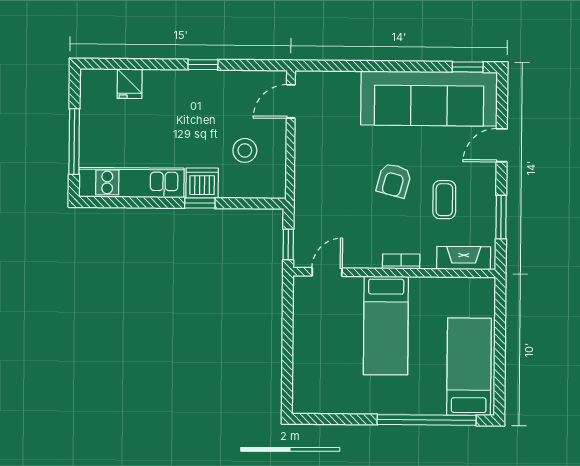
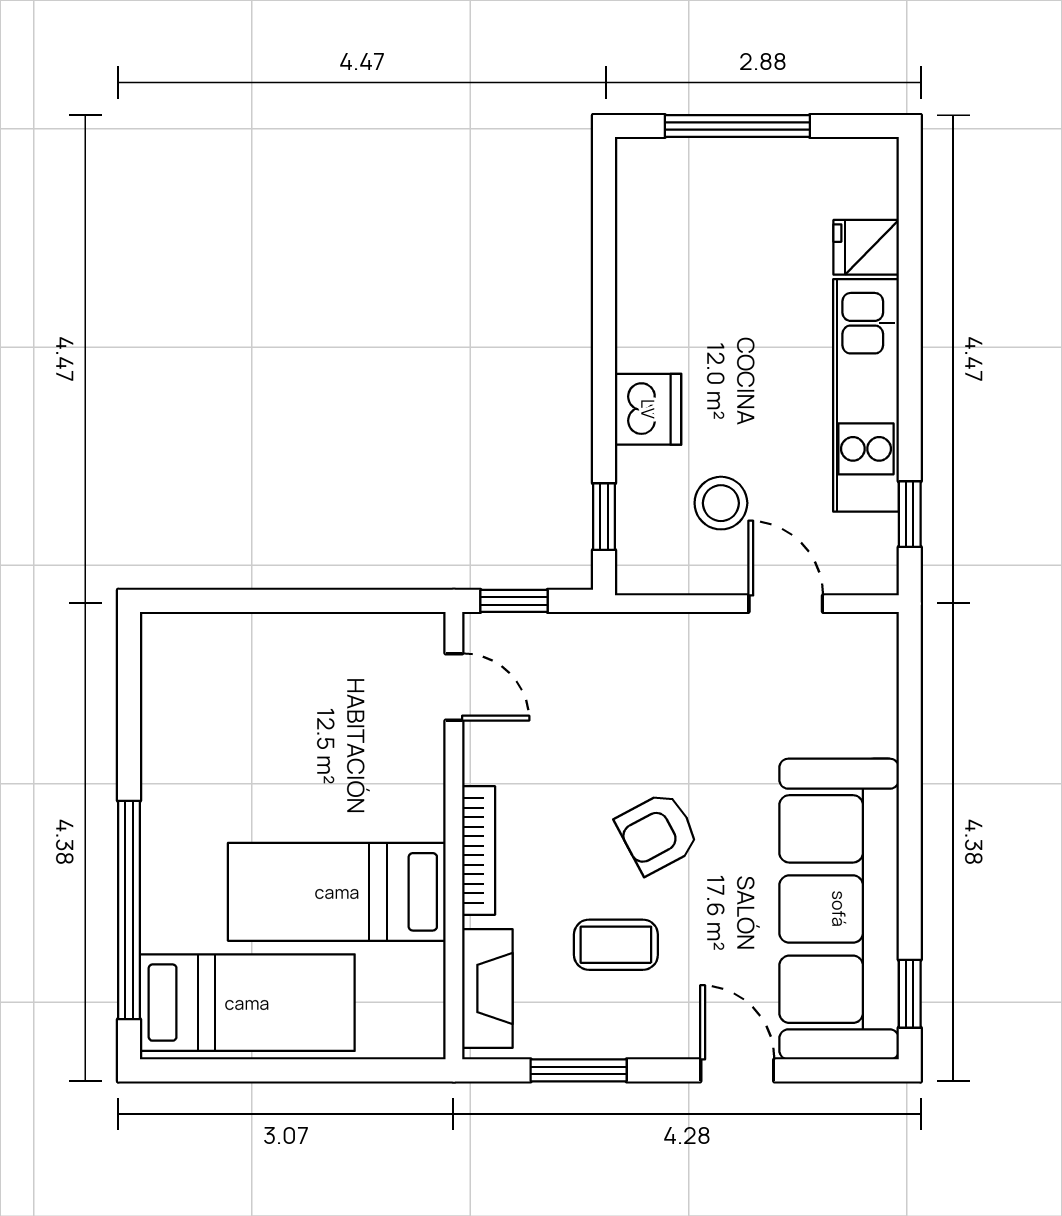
window: (203, 65) -> (910, 514), moved
door: (291, 101) -> (786, 604), moved
armchair: (394, 180) -> (658, 833), turned -43
kitchen unit: (131, 183) -> (866, 395), moved, turned 180
window: (200, 203) -> (604, 517), moved
bookcase: (401, 261) -> (479, 850), width x1.56
bed: (386, 326) -> (337, 892), moved

